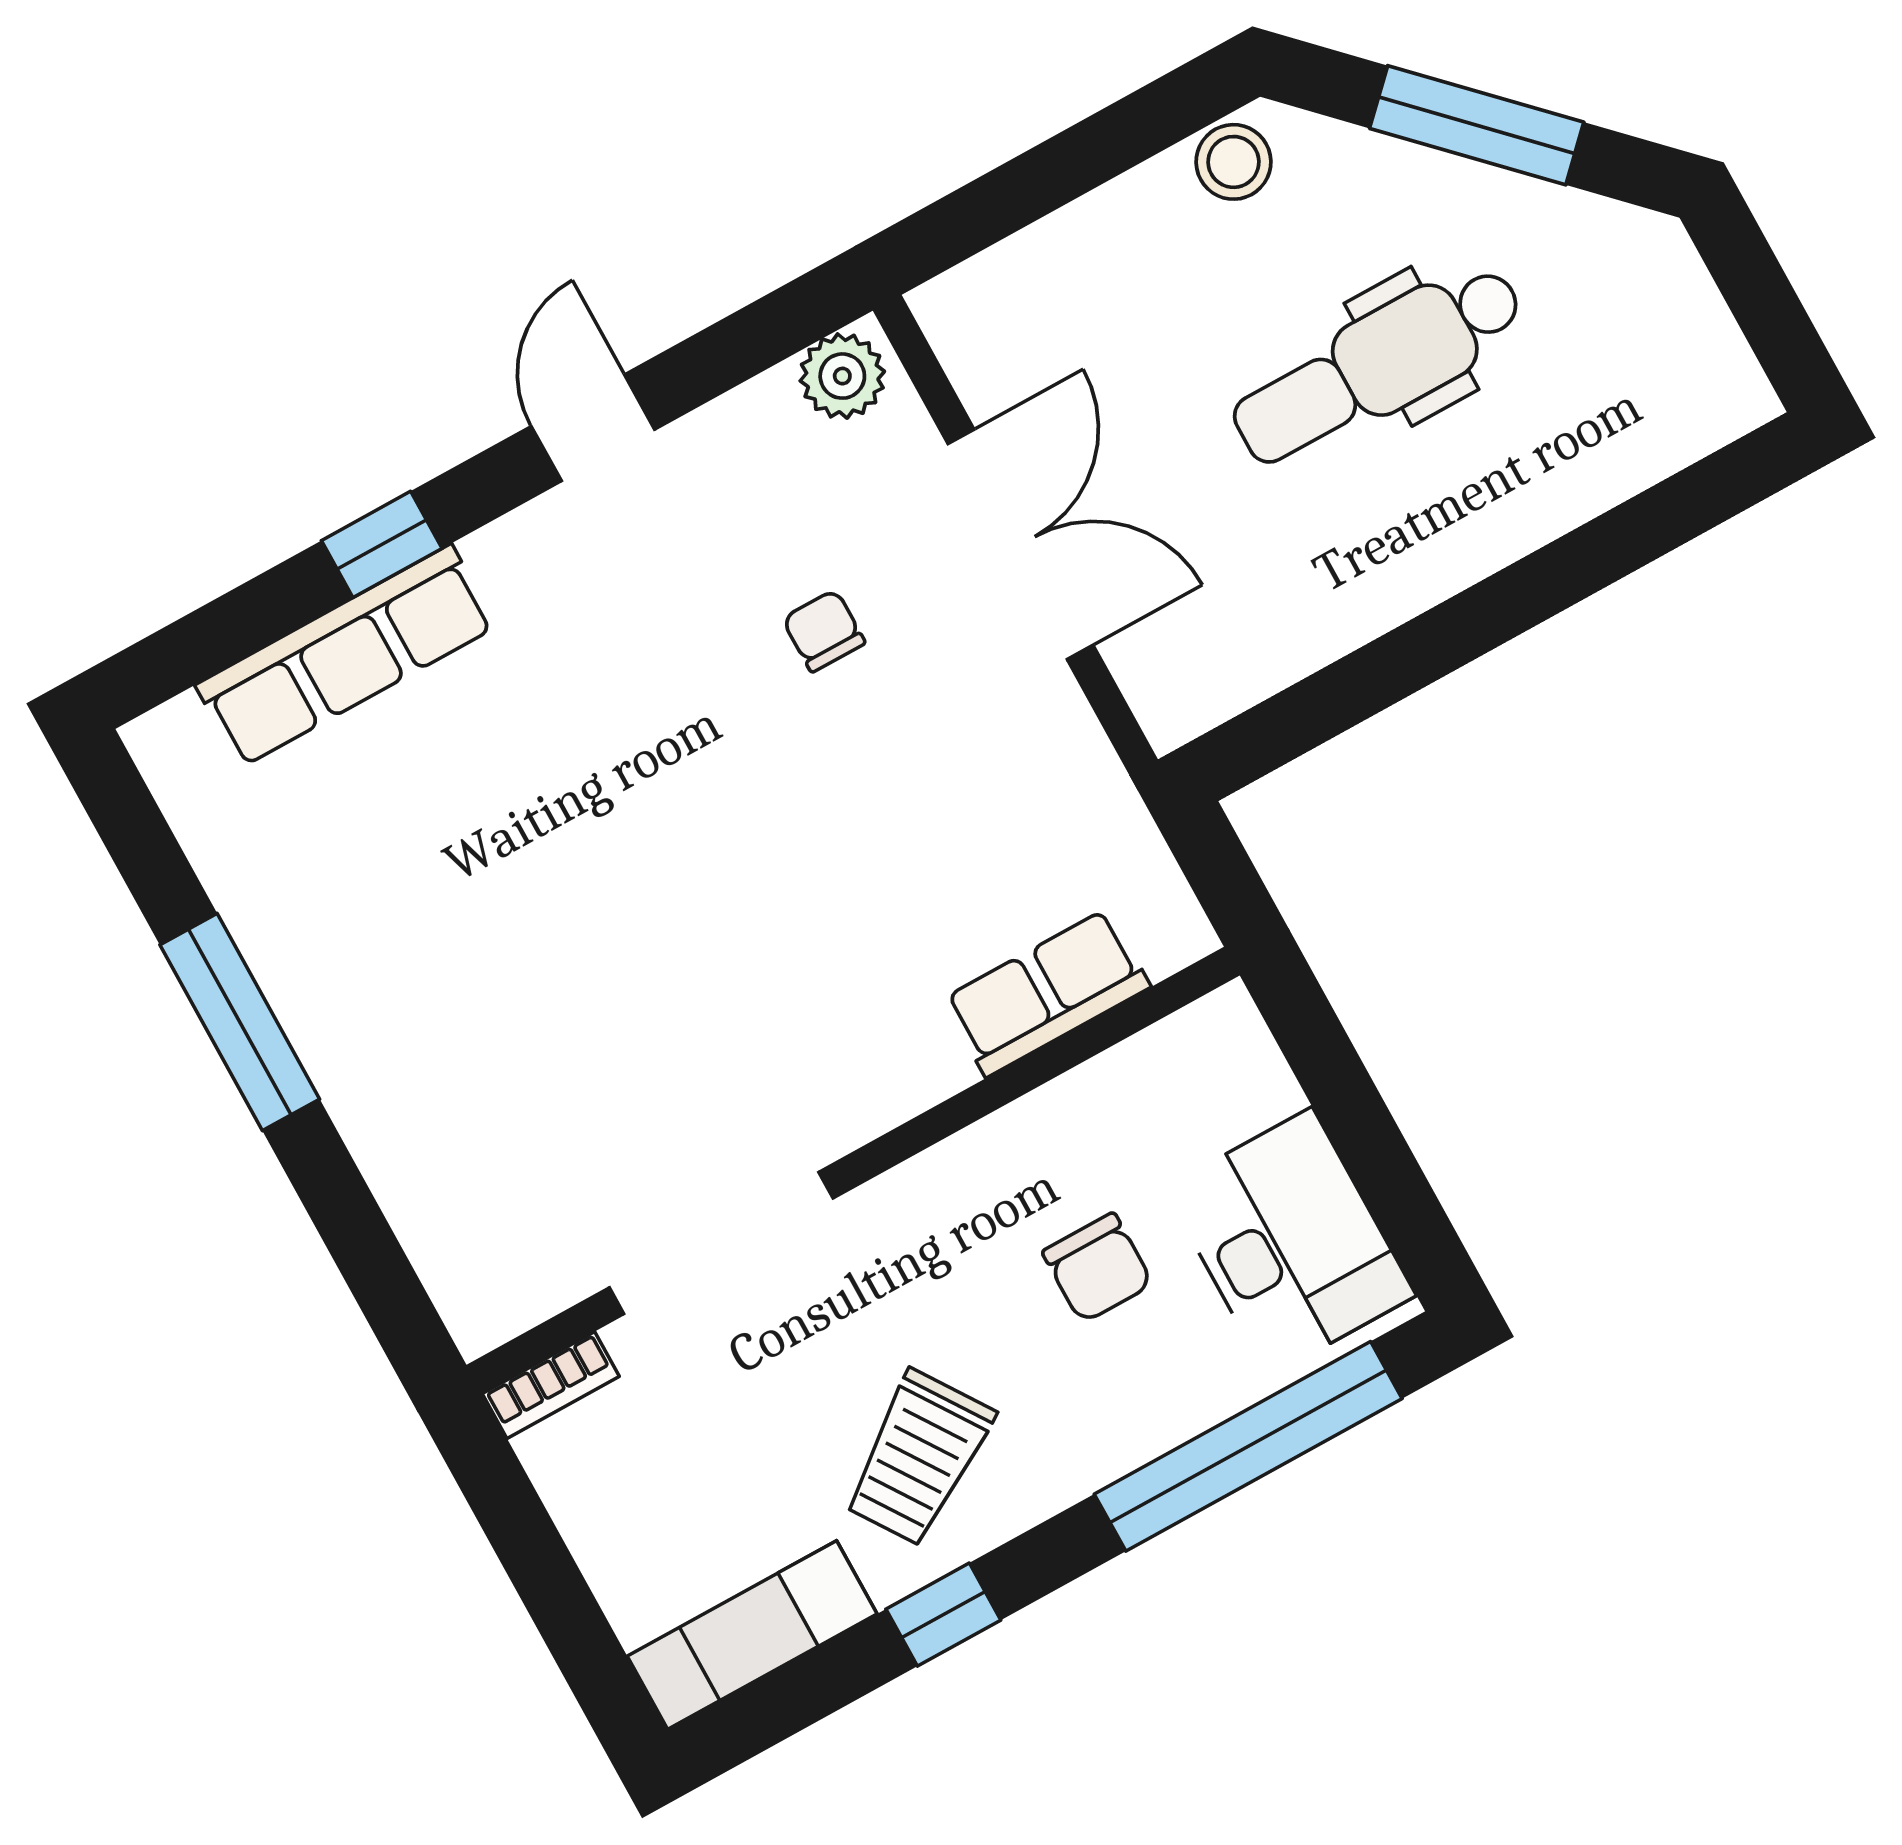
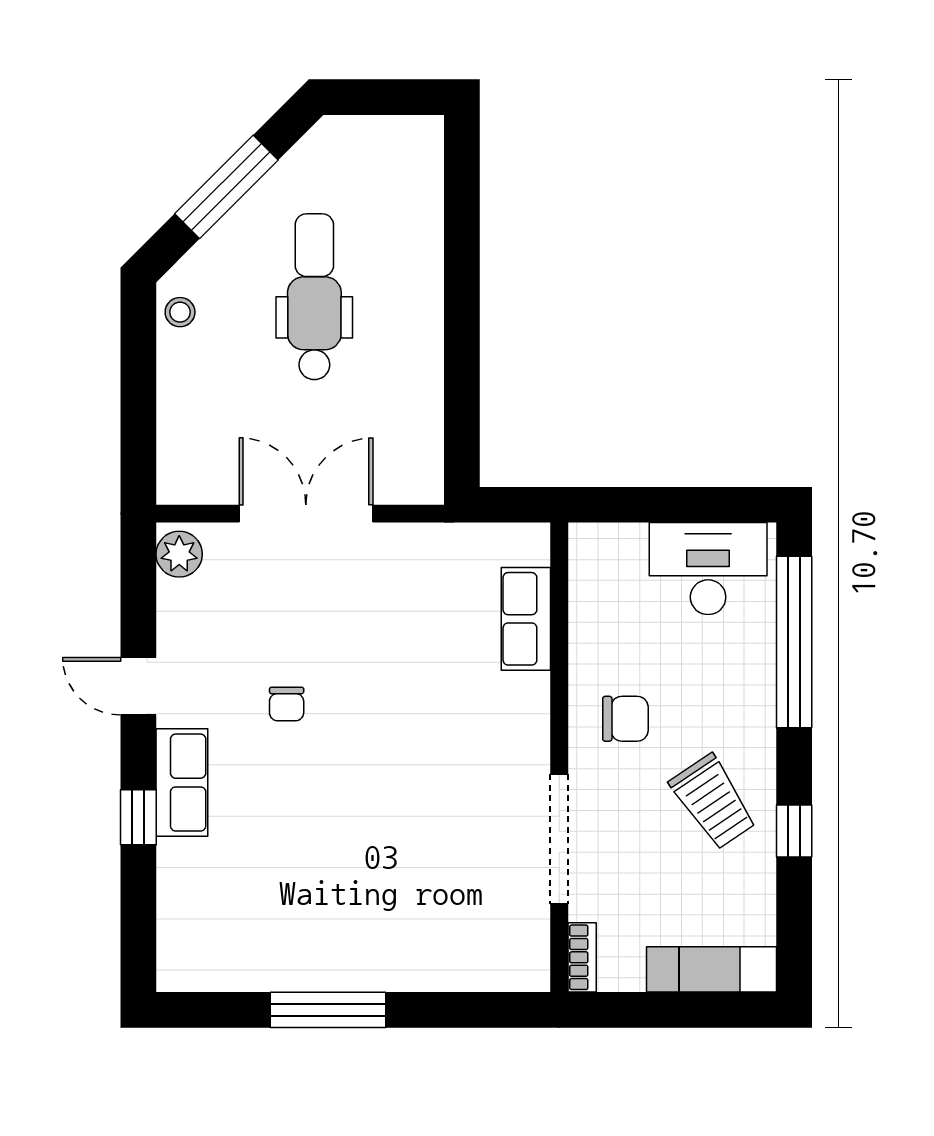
stool: (1233, 162) -> (180, 312), width x0.73, depth x0.73
dental chair: (1378, 365) -> (314, 297), turned 180
chair: (824, 631) -> (287, 704), moved, turned -90
row of seats: (346, 656) -> (182, 783), moved, width x0.68
chair: (1098, 1268) -> (625, 719), moved
exam couch: (752, 1635) -> (712, 969), moved, turned 90

